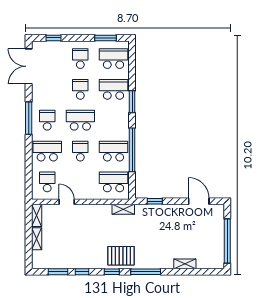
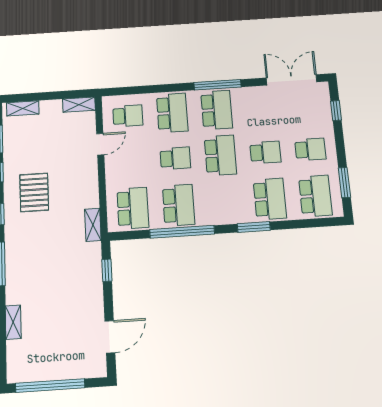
school desk: (47, 120) -> (217, 110), width x1.85
shelving: (37, 239) -> (23, 108), moved
pallet: (121, 256) -> (34, 192), moved

